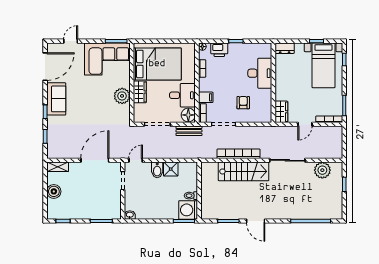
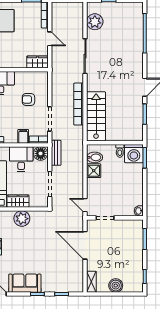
bidet: (157, 170) -> (95, 157), moved
stairs: (244, 171) -> (96, 116), moved

